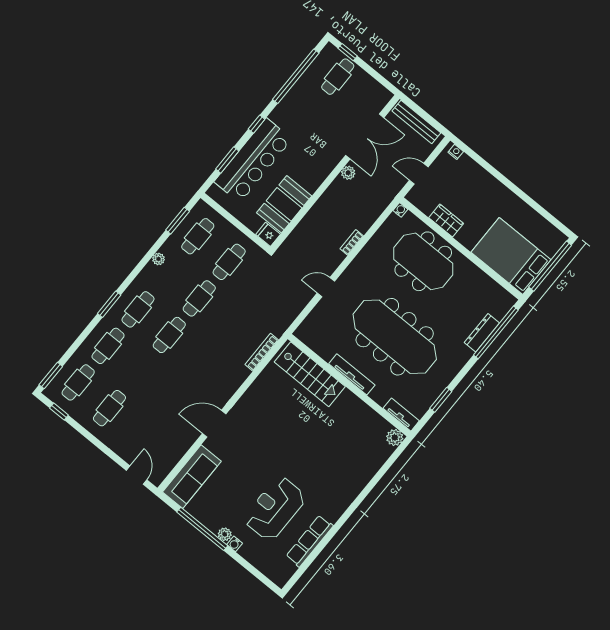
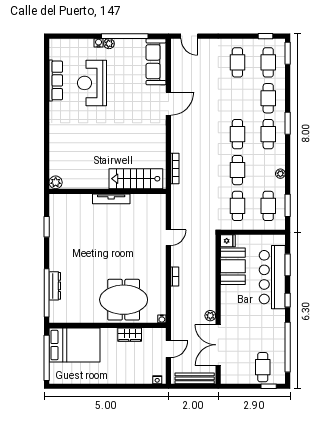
meeting table: (395, 337) -> (104, 242), removed
tv unit: (401, 415) -> (63, 199), removed
reception desk: (275, 508) -> (92, 83), turned 180

